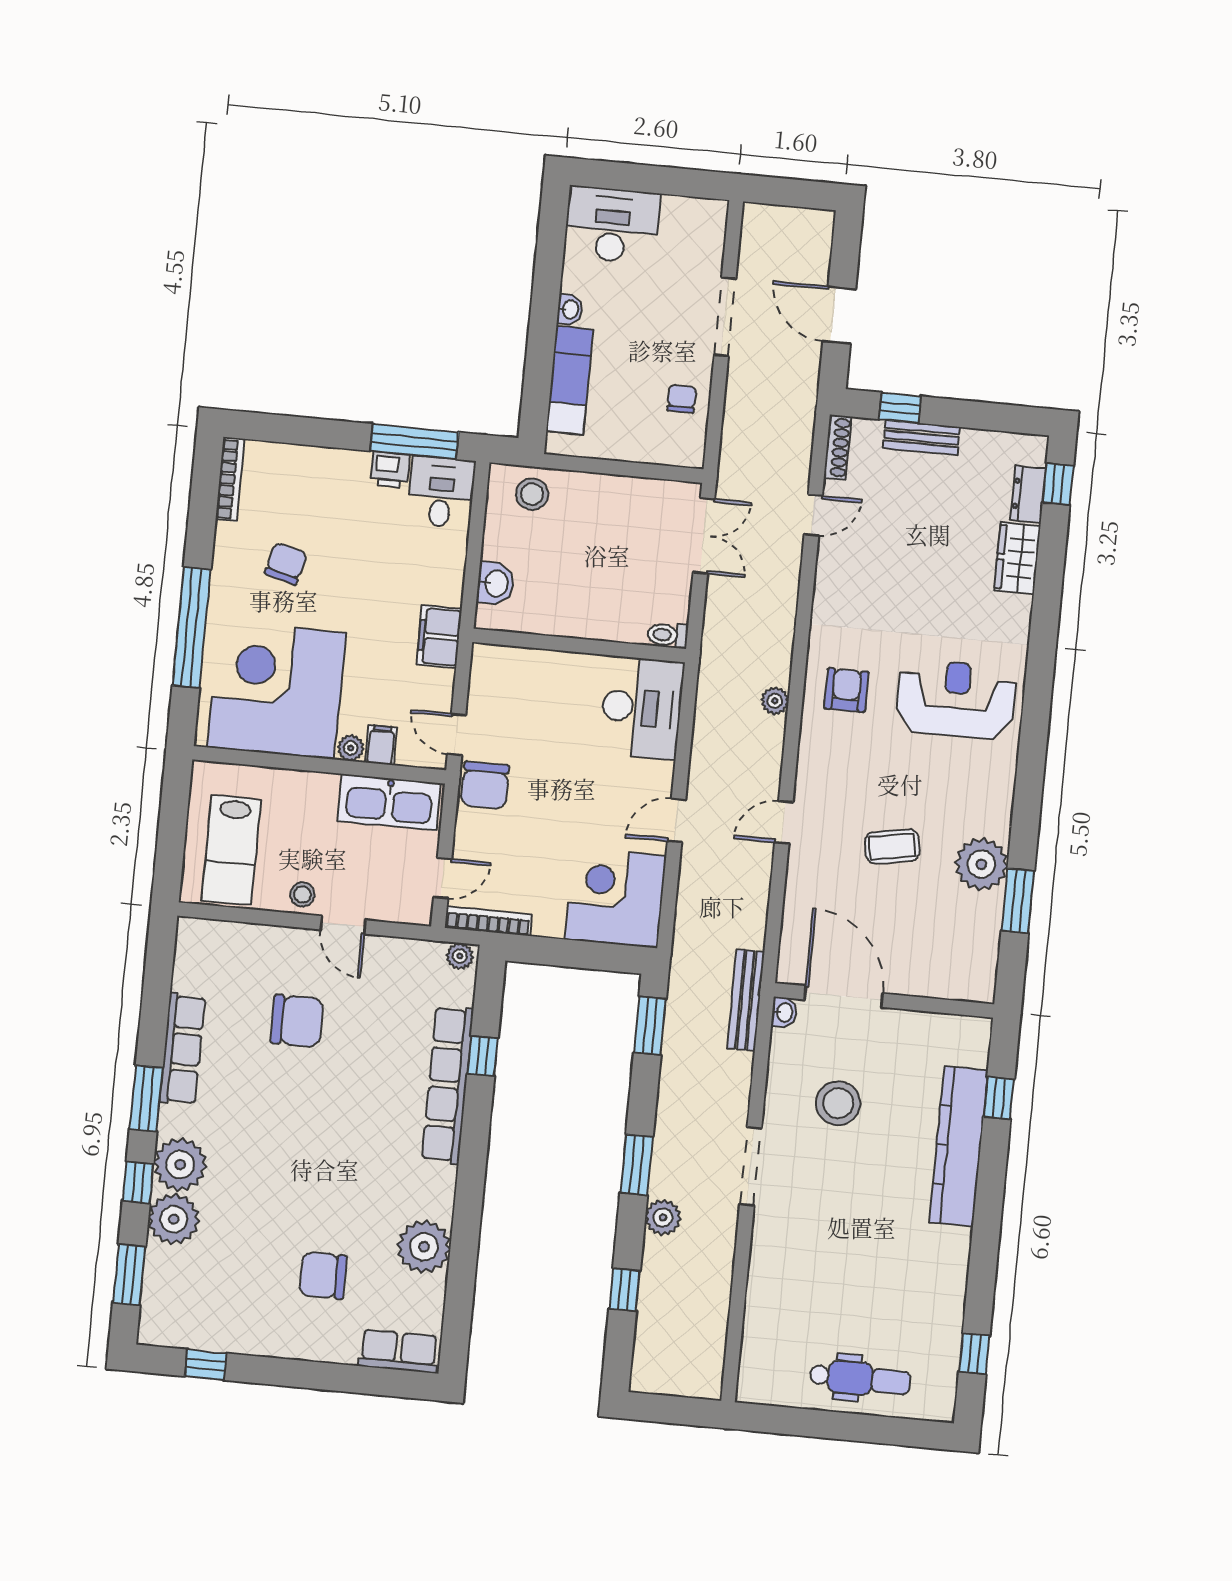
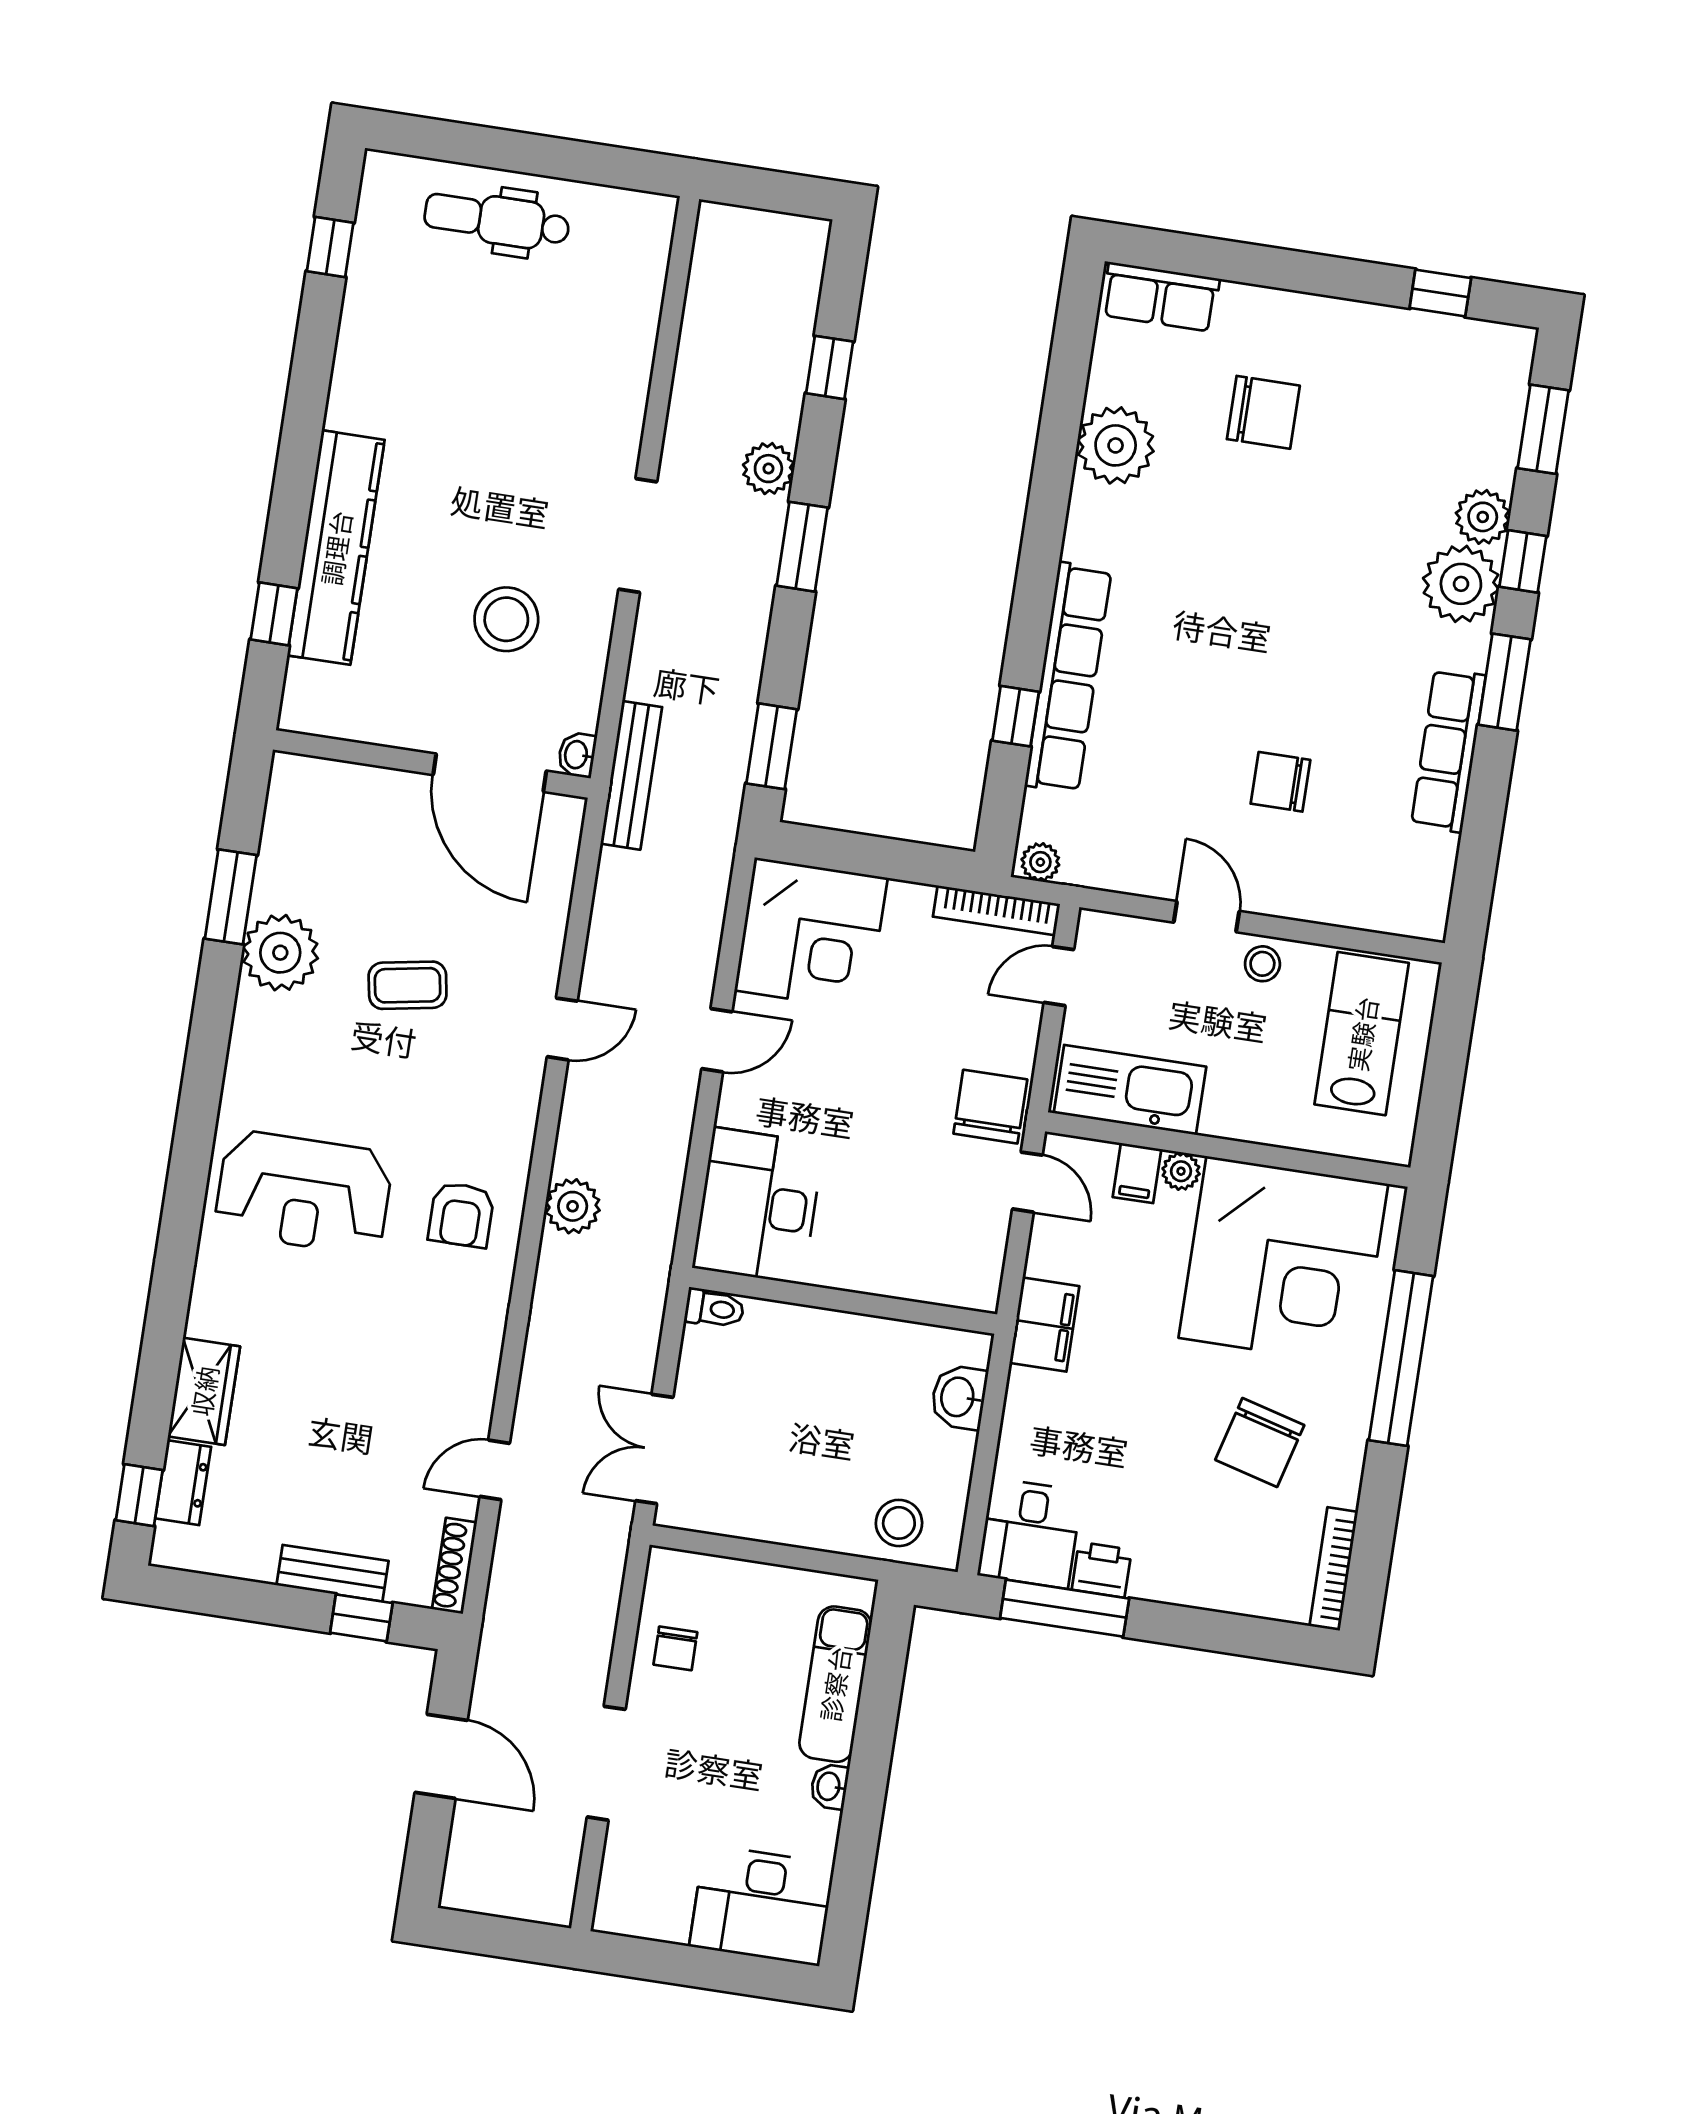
chair: (286, 564) -> (1260, 1442), width x1.37, depth x1.37
plant: (775, 701) -> (573, 1206), width x1.38, depth x1.38
chair: (297, 1021) -> (1280, 782), width x0.73, depth x0.73
plant: (174, 1219) -> (1483, 517), width x0.73, depth x0.73

